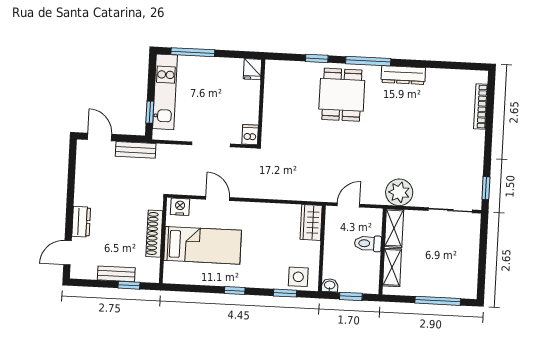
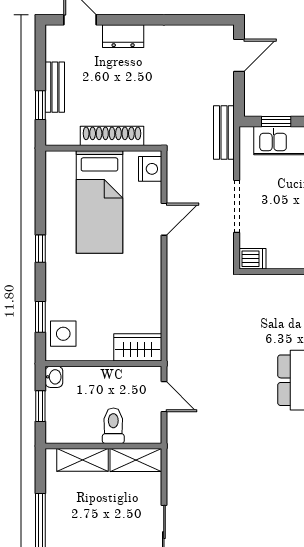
bench: (136, 150) -> (224, 132), moved
plant: (399, 192) -> (185, 465), removed

